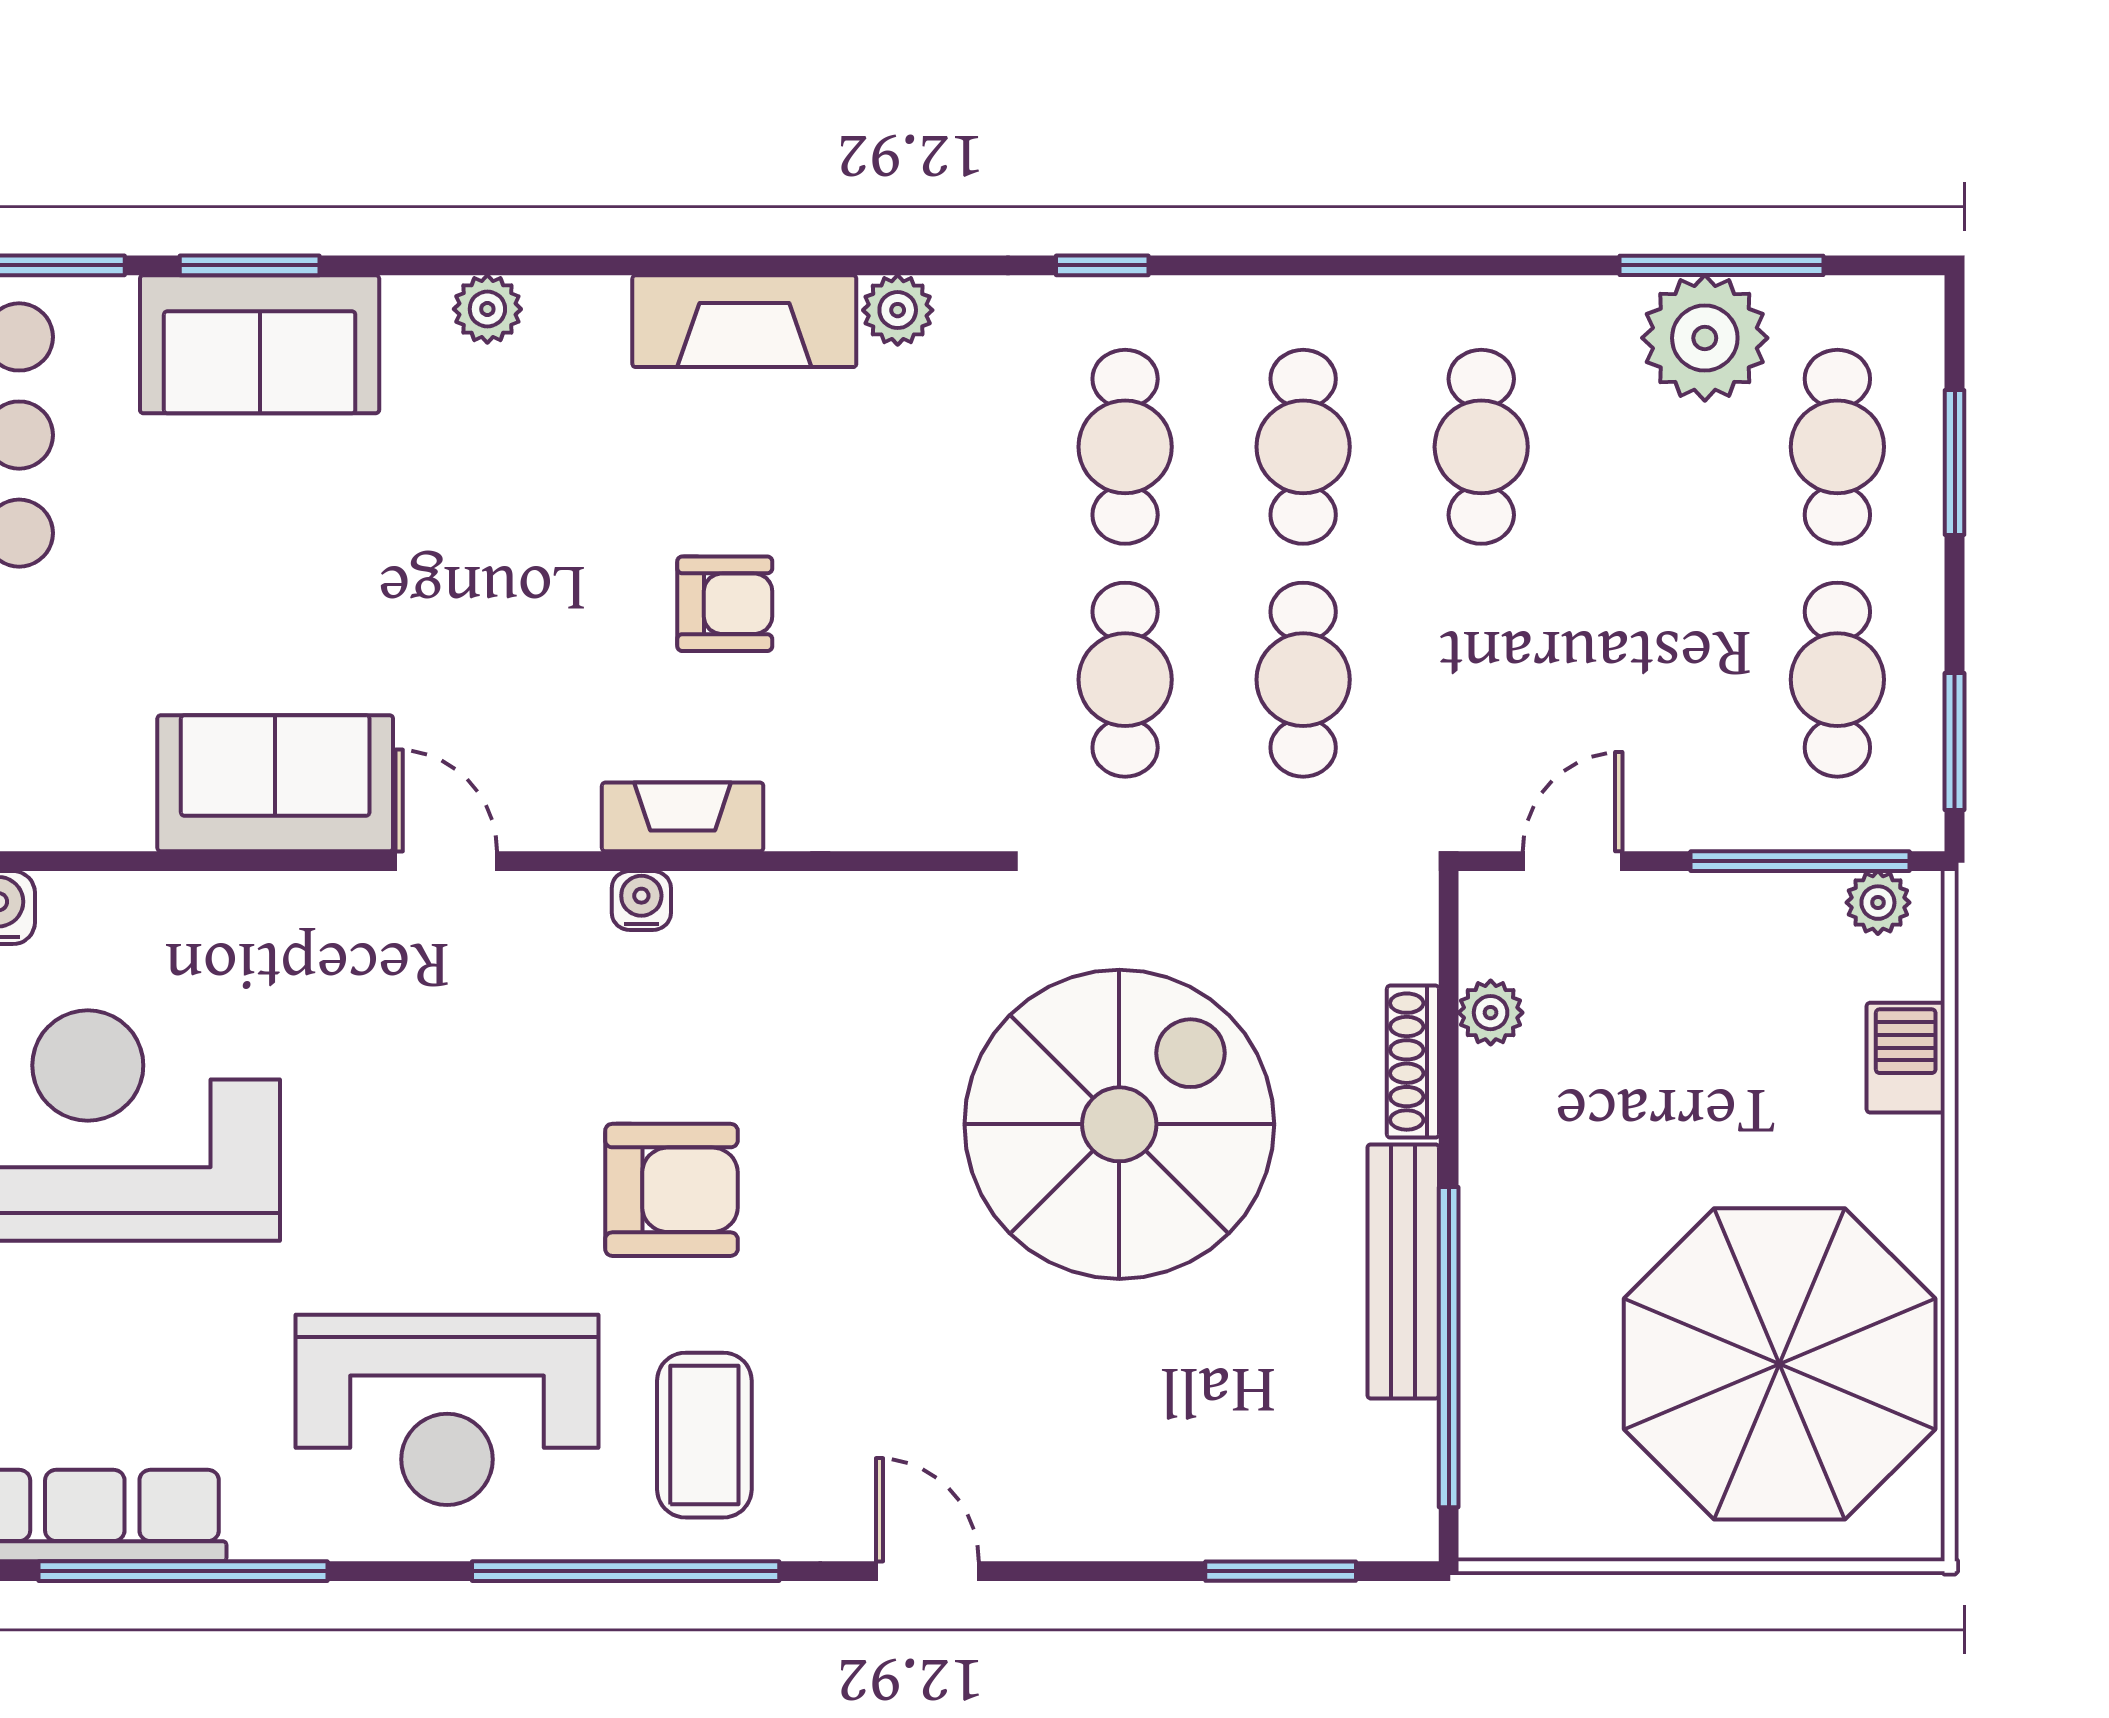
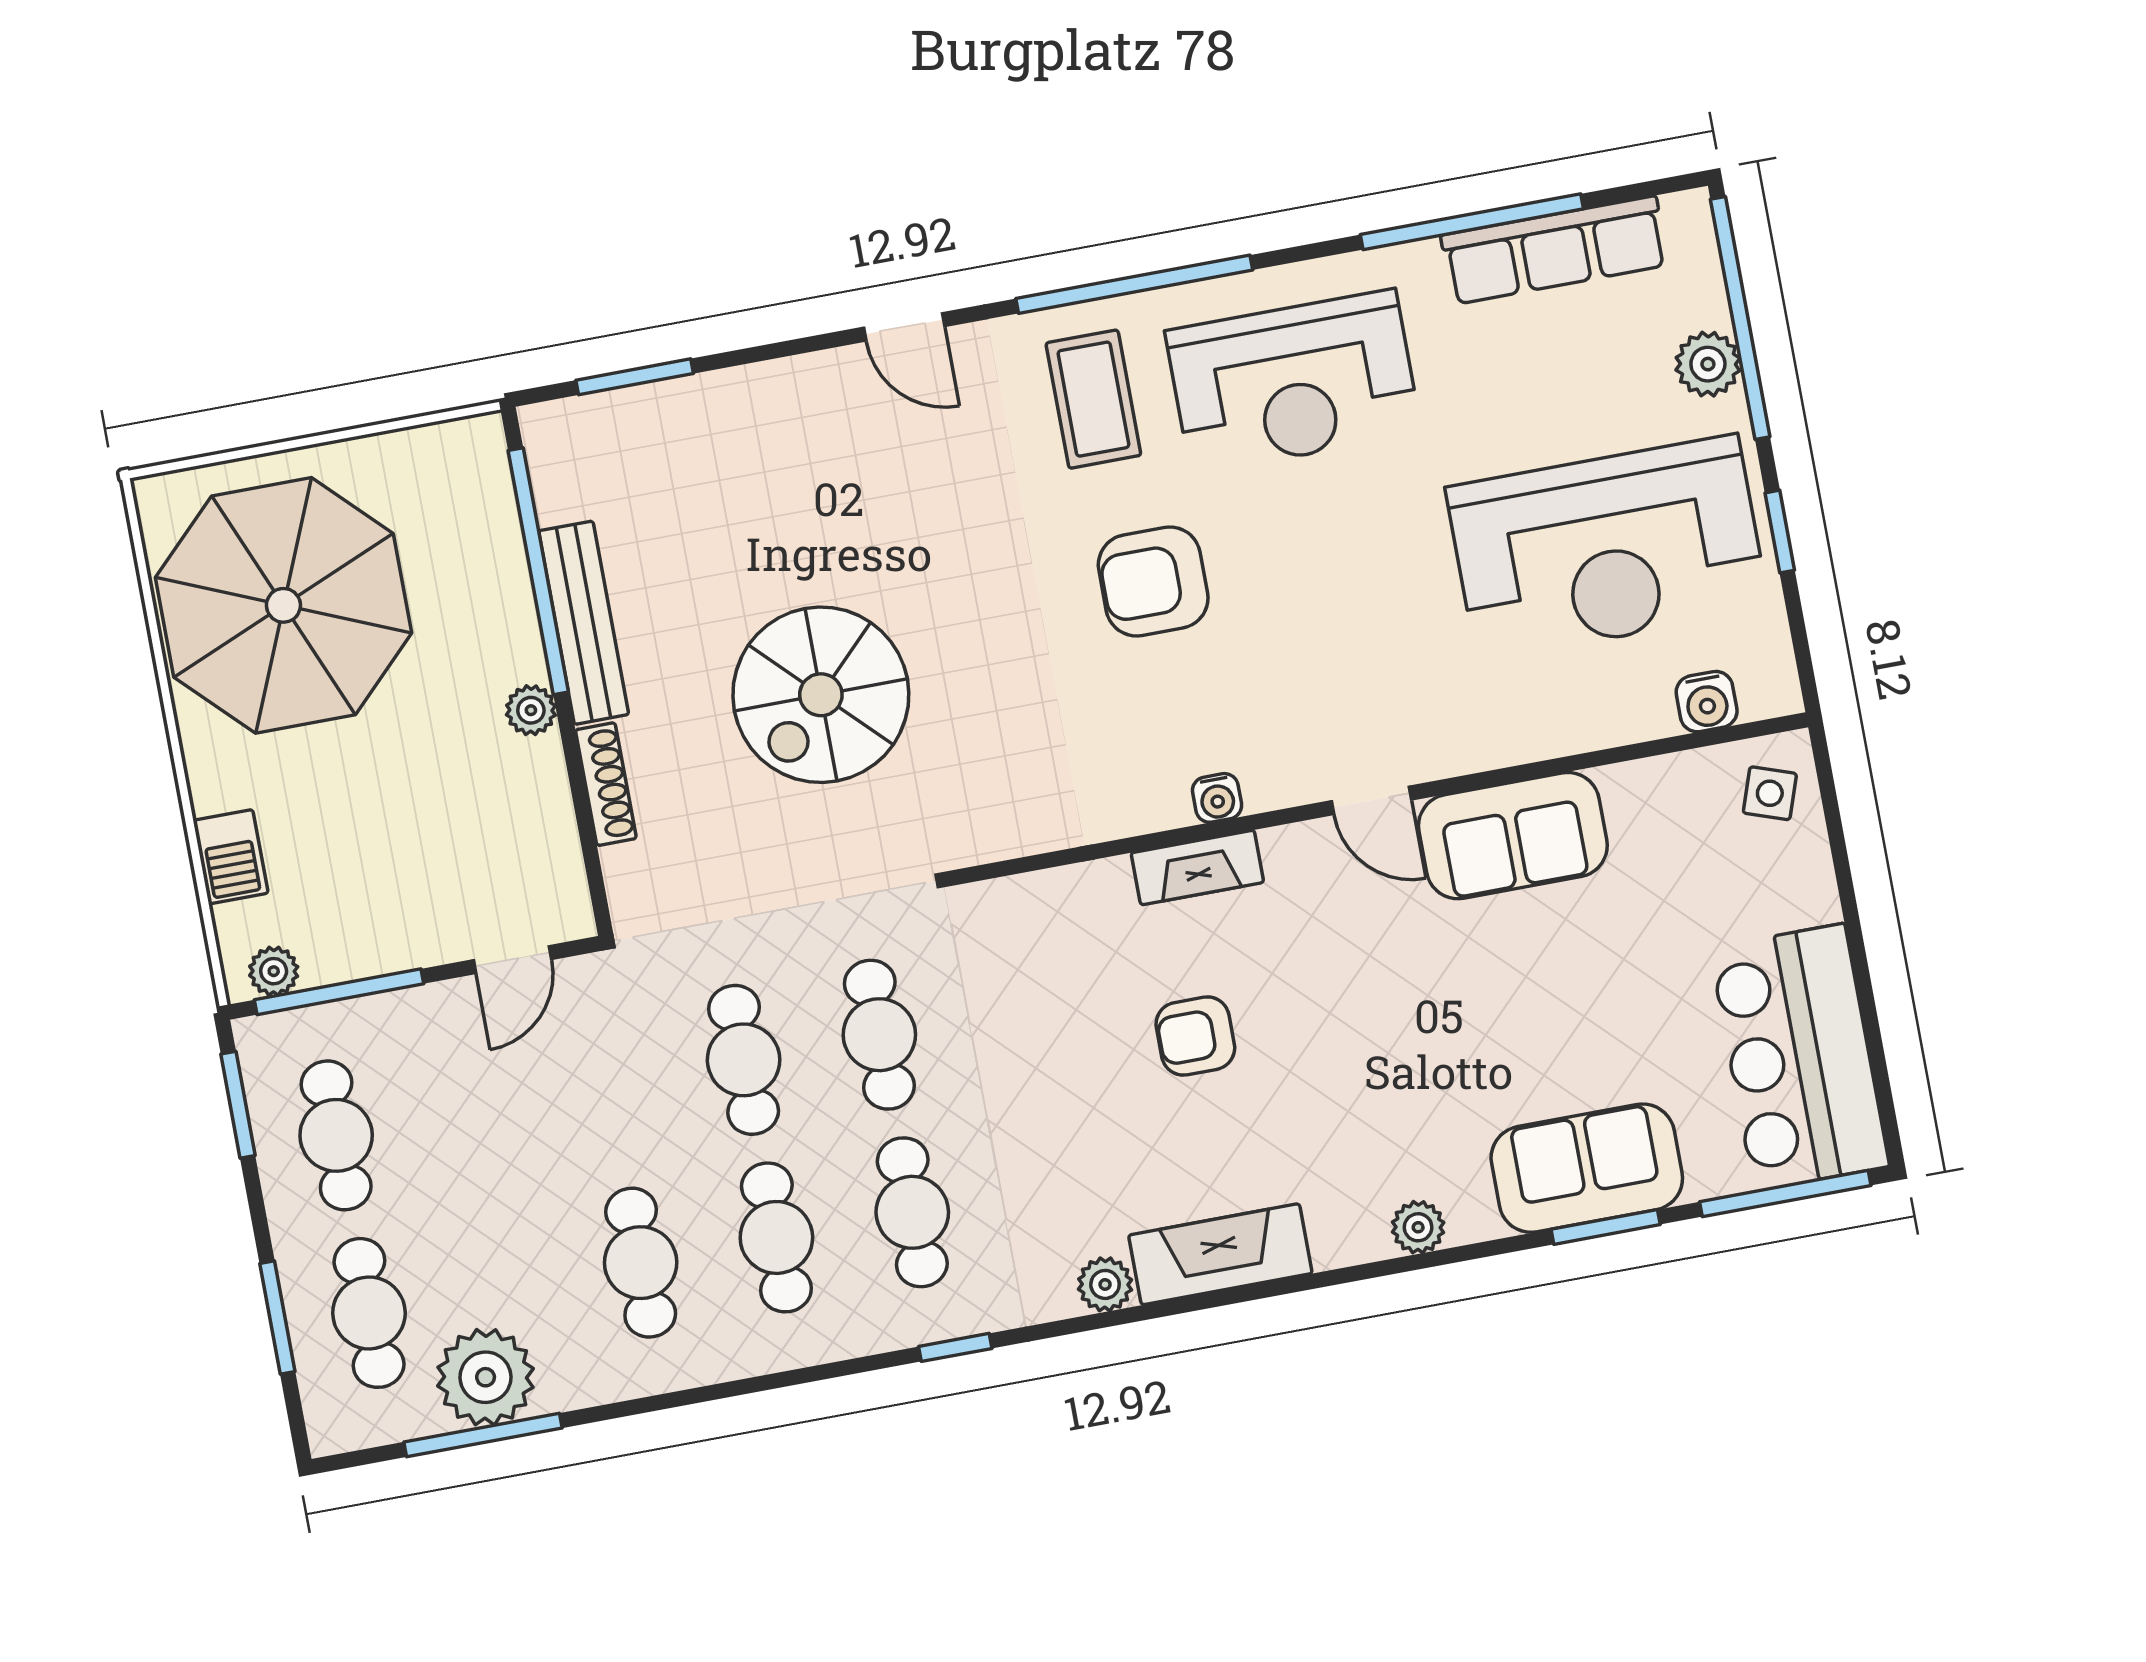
plant: (1491, 1013) -> (531, 710), moved
spiral stairs: (1119, 1124) -> (821, 695), width x0.73, depth x0.73
reception desk: (447, 1410) -> (1293, 382), turned 180

